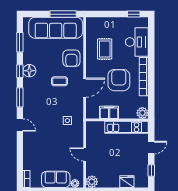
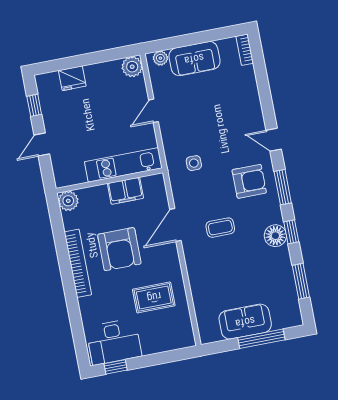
window: (63, 14) -> (261, 339), moved
sofa: (56, 28) -> (245, 322), width x0.54, depth x0.79
desk: (137, 42) -> (114, 342), moved, turned -90
rug: (105, 49) -> (154, 297), turned 90
armchair: (71, 58) -> (249, 181), moved, turned 90
kitchen unit: (127, 127) -> (123, 165), moved
door: (85, 154) -> (153, 111), swing flipped

